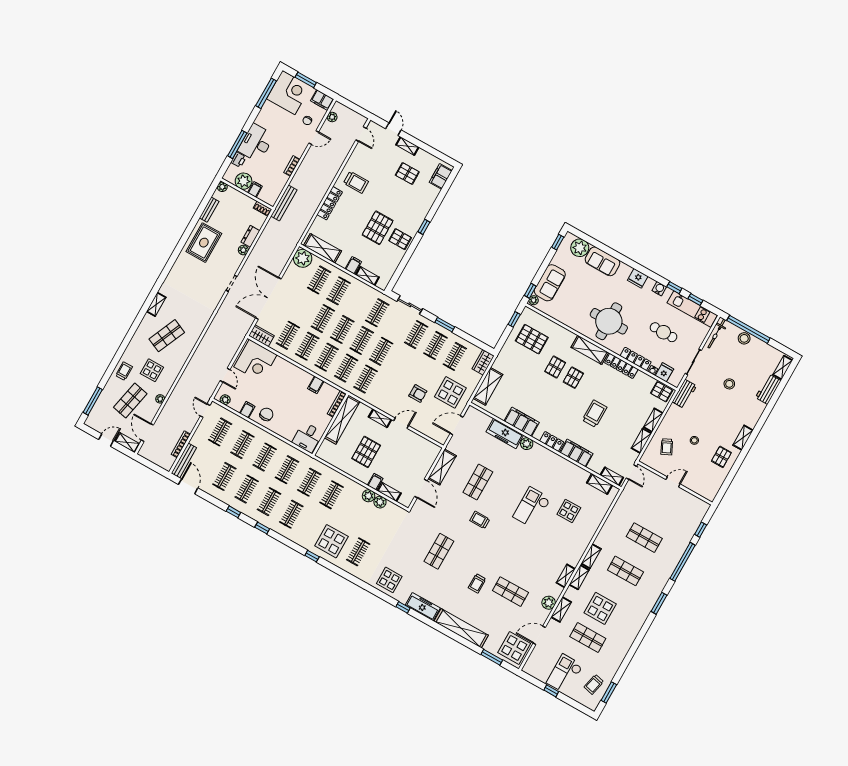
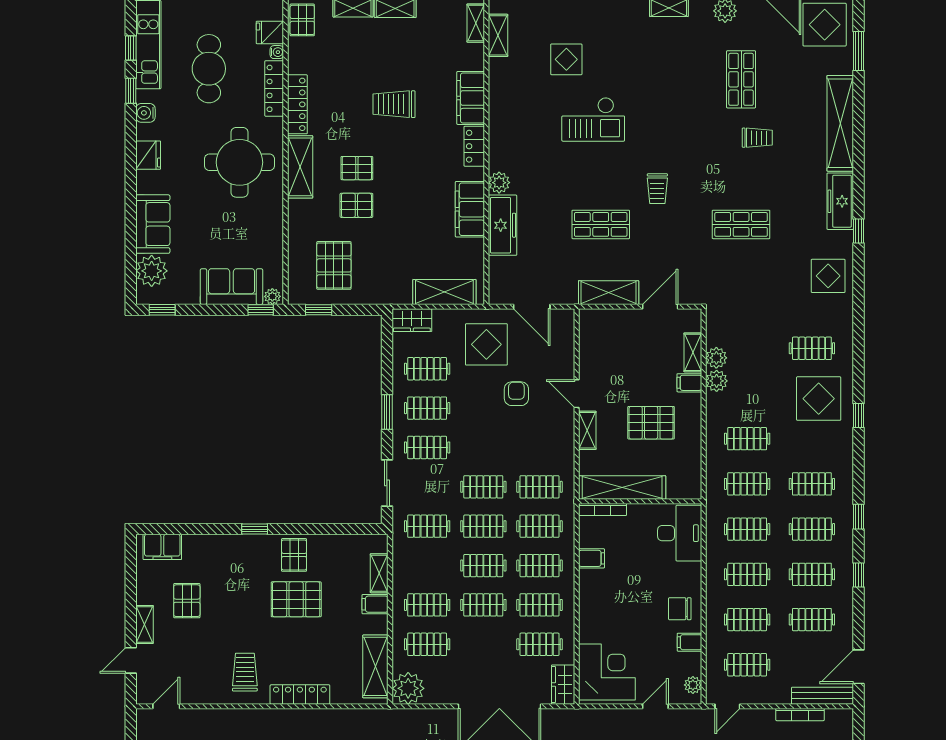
cafe table: (664, 332) -> (209, 69), width x1.37, depth x1.35
desk: (307, 437) -> (680, 533), width x1.37

